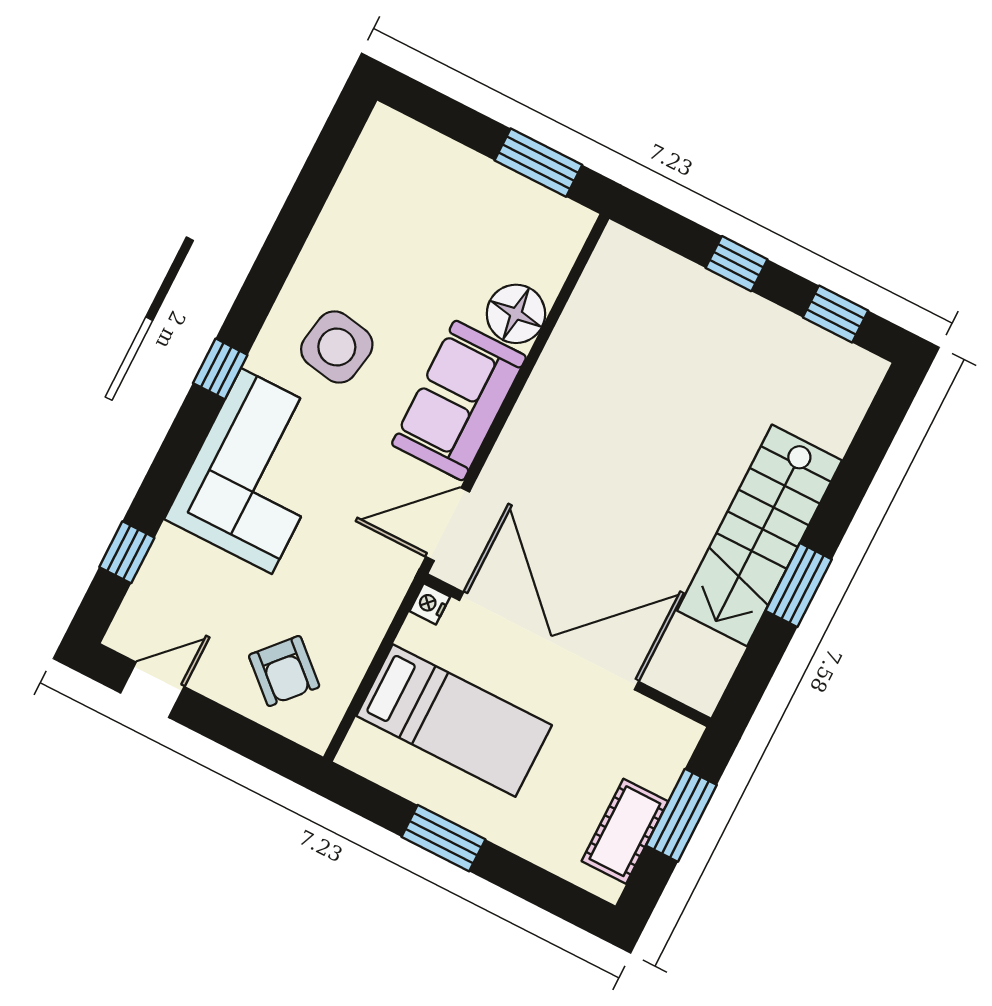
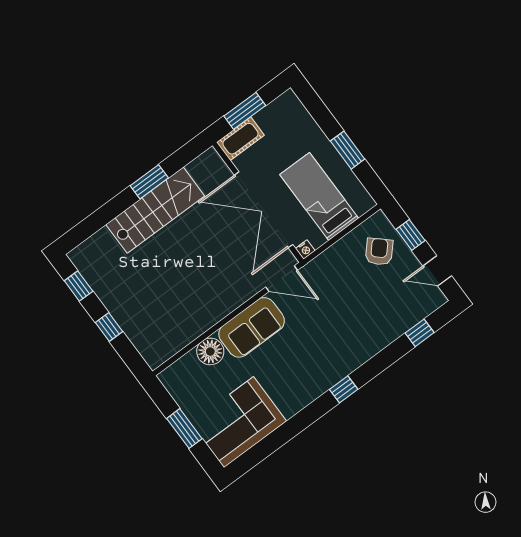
window: (538, 163) -> (184, 429), moved
side table: (337, 347) -> (291, 374), removed
corner sofa: (256, 471) -> (239, 422), moved
window: (239, 734) -> (411, 235), added
cot: (625, 831) -> (240, 139), moved

